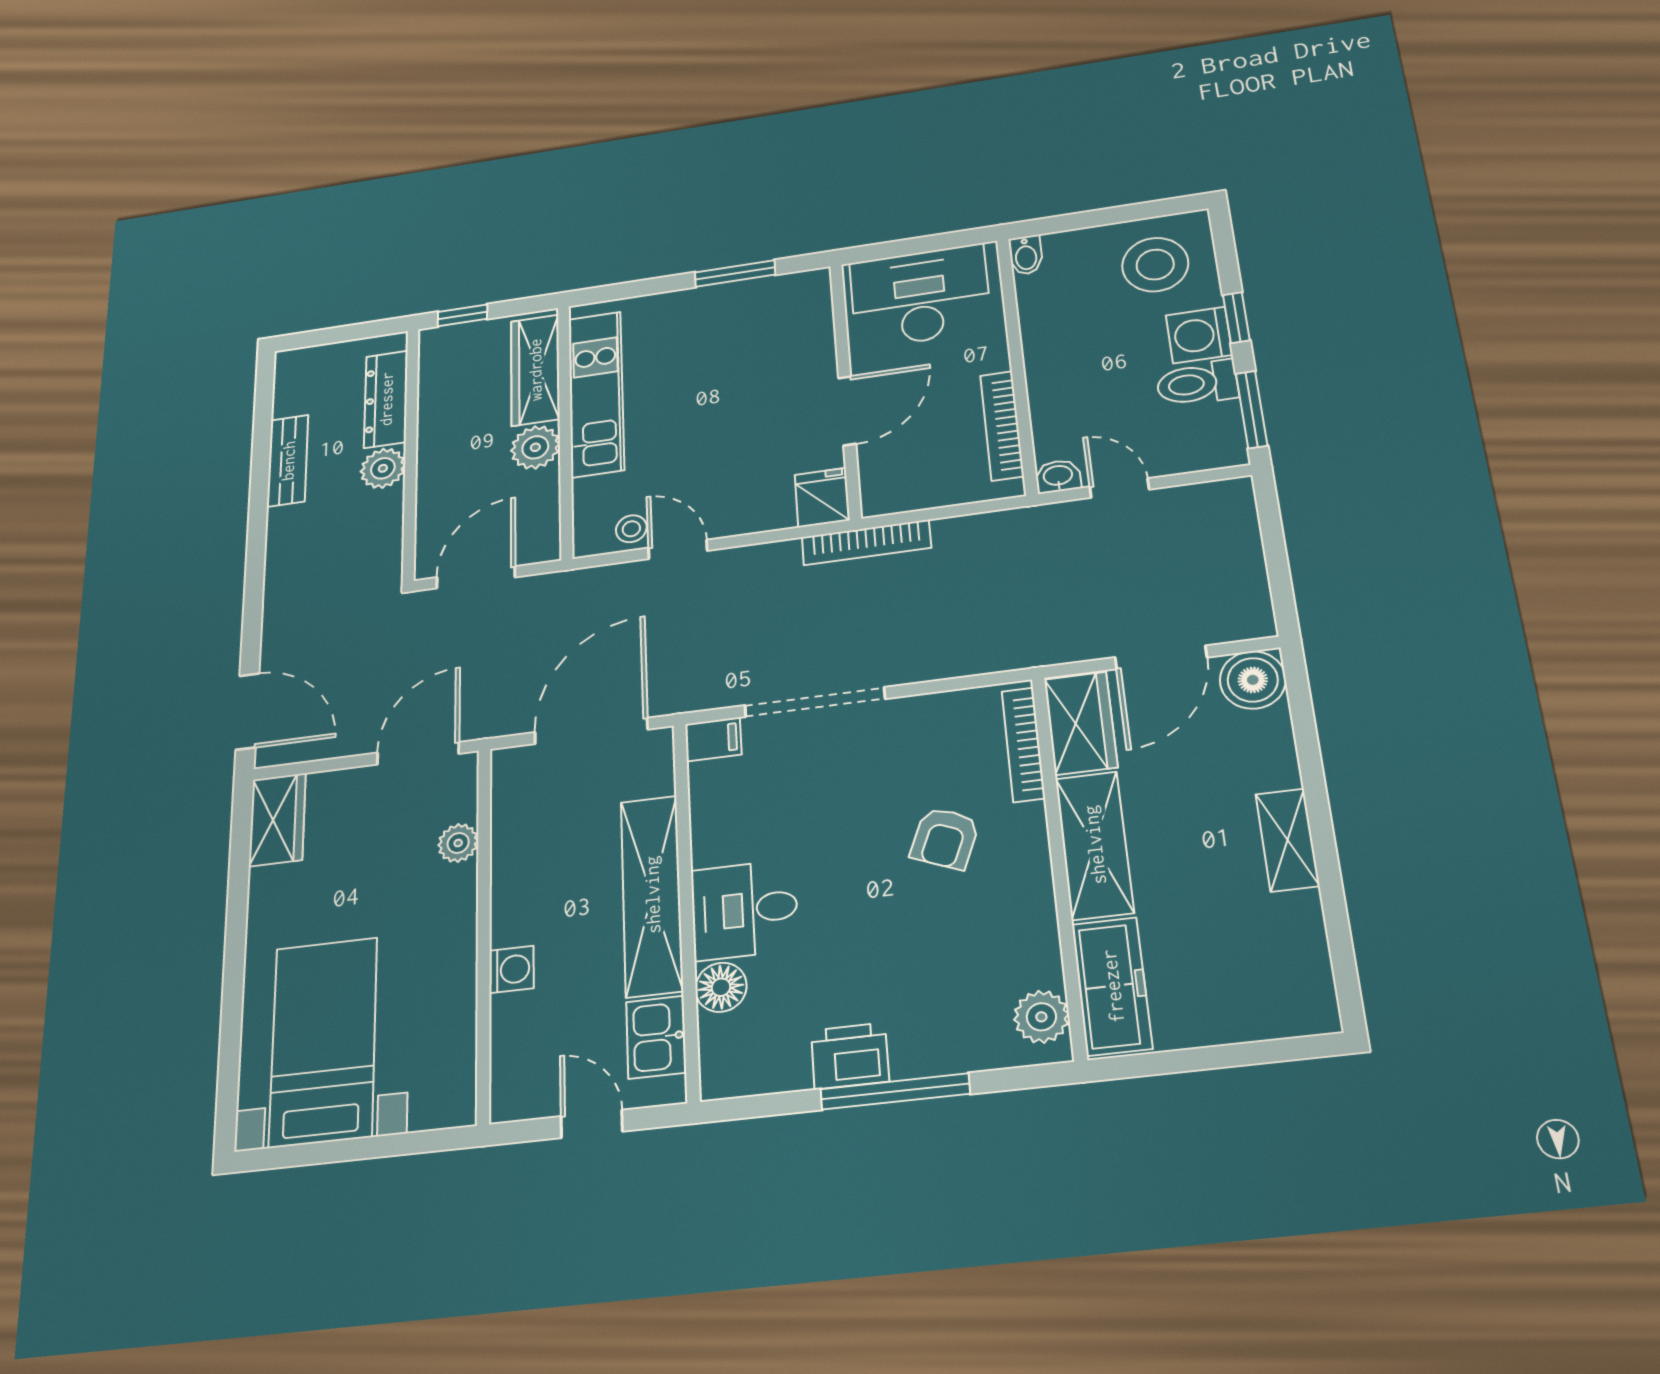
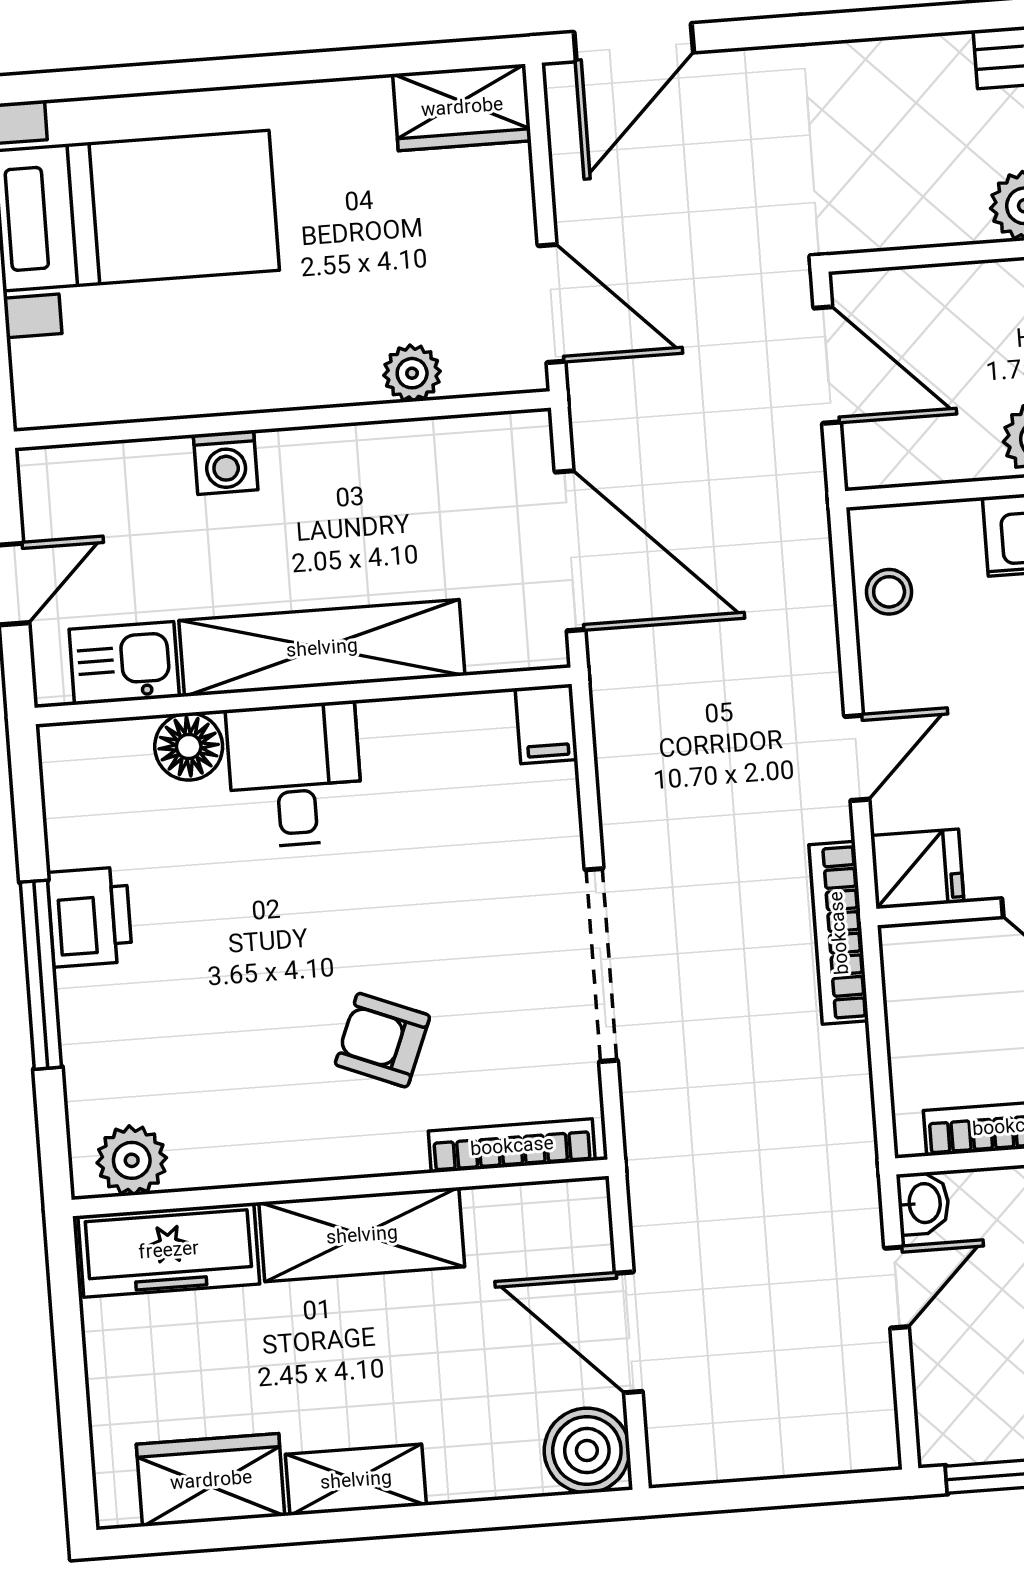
door: (678, 549) -> (857, 758), moved
doorway: (815, 702) -> (601, 965), moved
wardrobe: (1081, 723) -> (211, 1480), moved, turned 180

